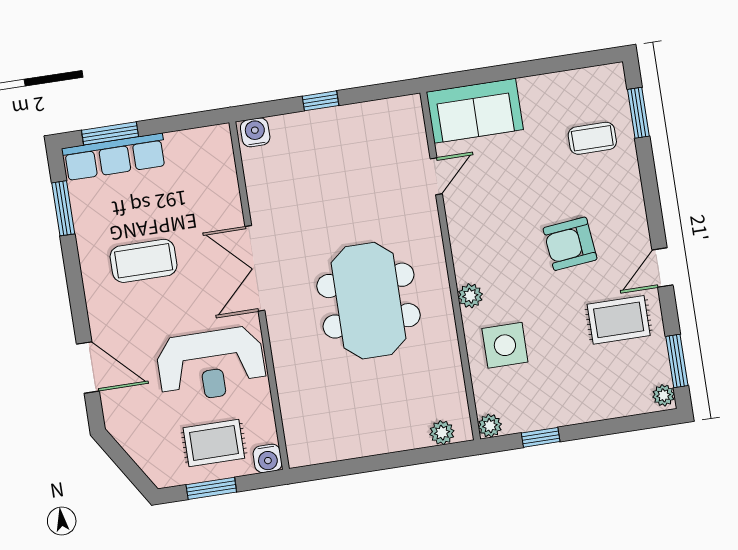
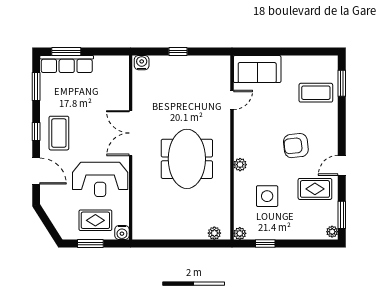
coffee table: (592, 138) -> (316, 93), width x1.36, depth x1.30
coffee table: (144, 261) -> (59, 133), moved, turned 90
window: (76, 293) -> (36, 132), added
side table: (505, 345) -> (267, 196), moved

